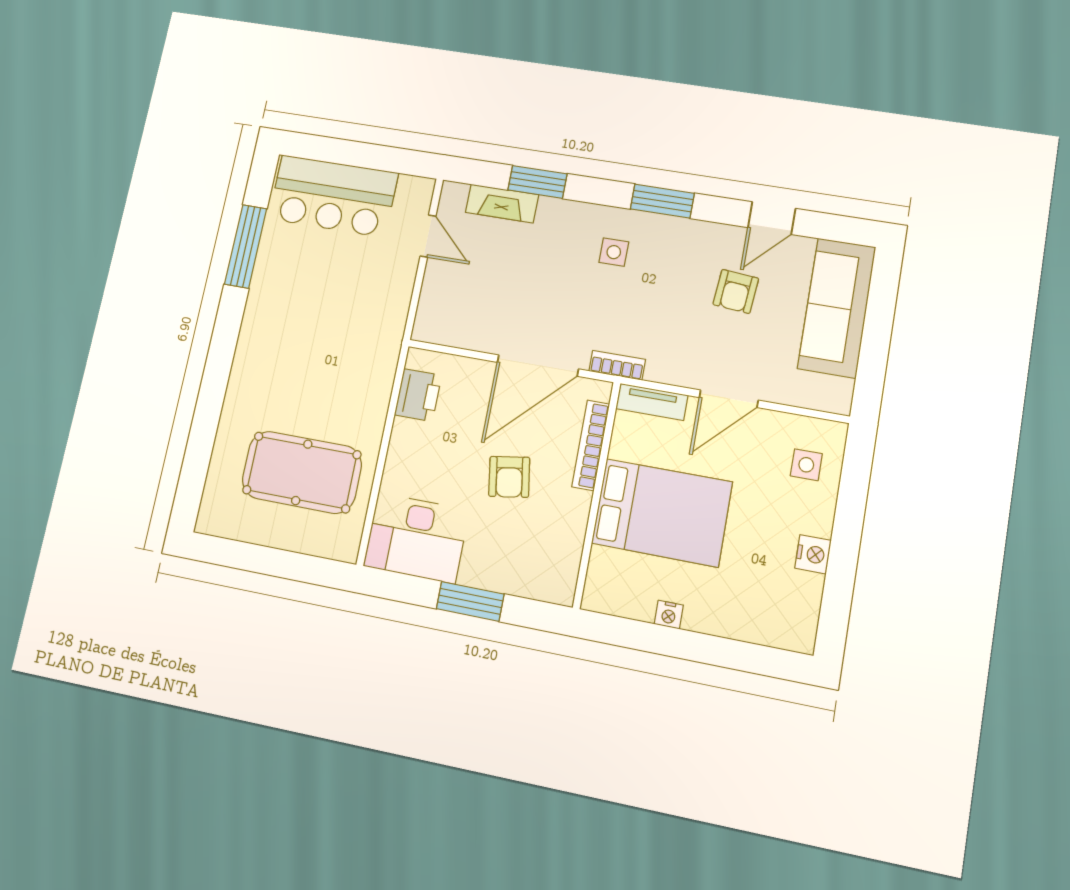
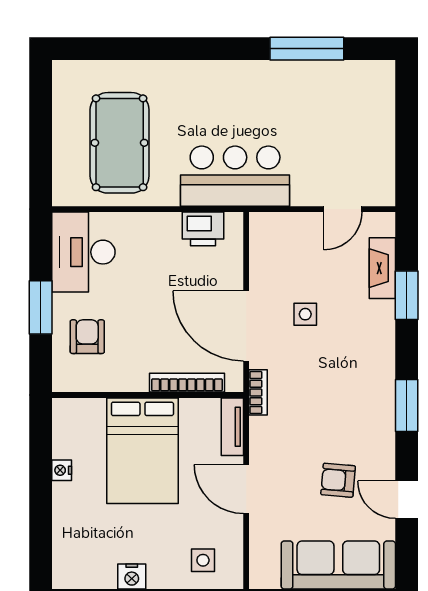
bar counter: (333, 196) -> (235, 176), moved, turned 90
side table: (614, 252) -> (305, 314), moved
armchair: (509, 477) -> (87, 337), moved, turned 99

